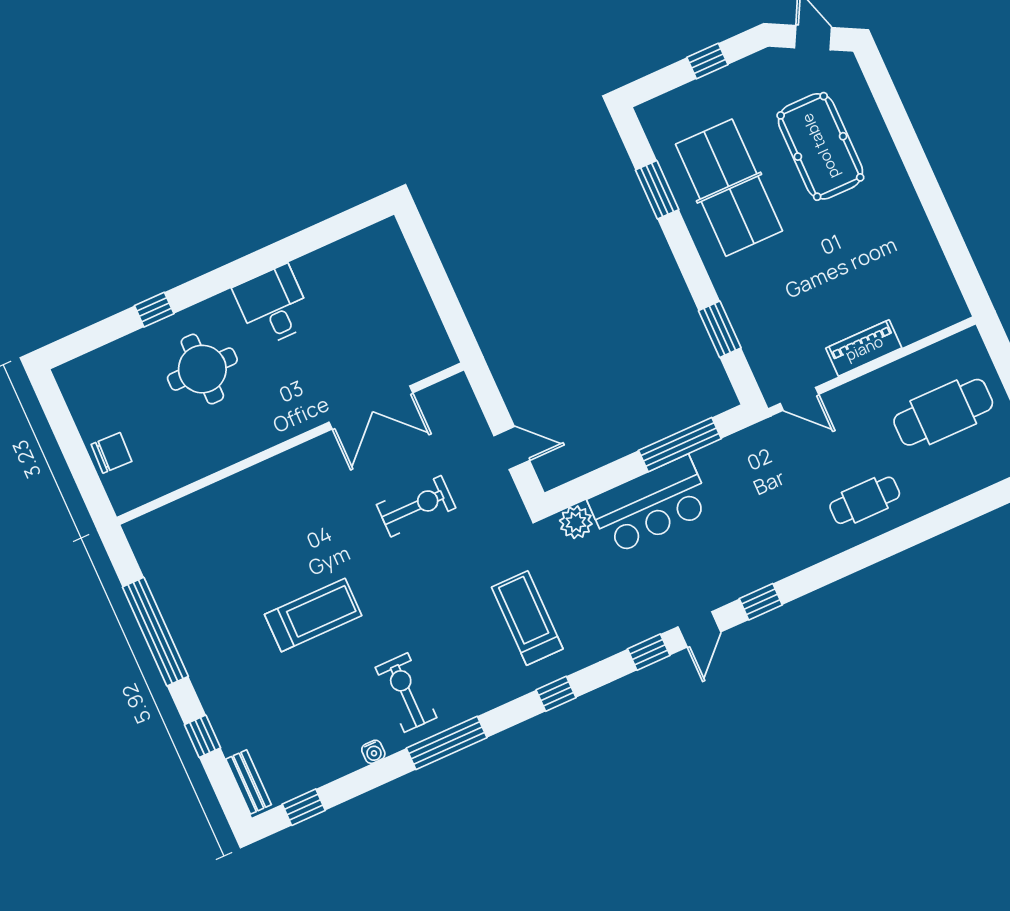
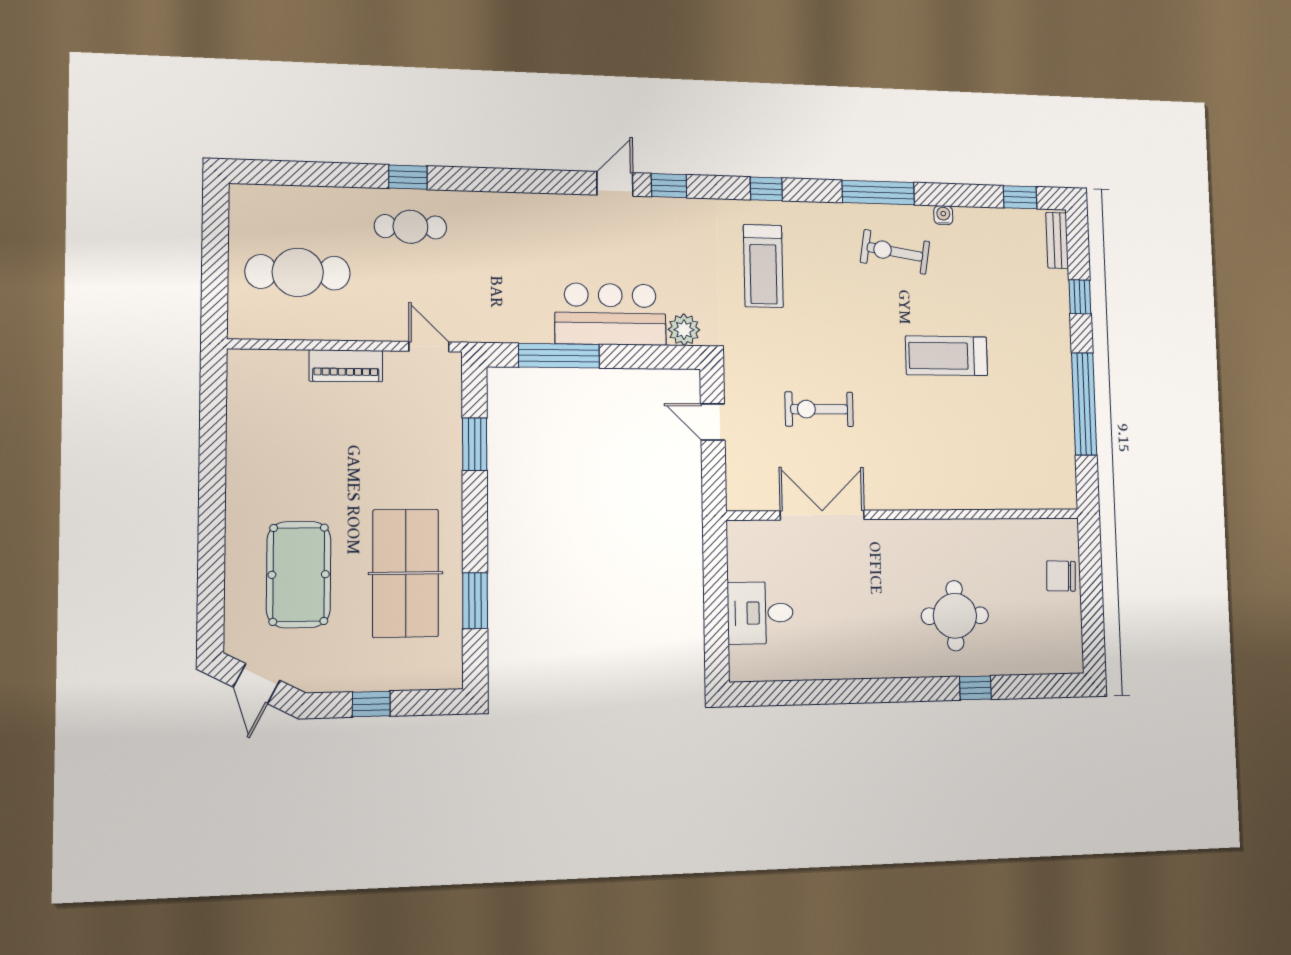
desk: (273, 306) -> (760, 613), moved, turned 90
window: (761, 602) -> (408, 177), moved
exercise bike: (406, 693) -> (895, 252), turned 99

